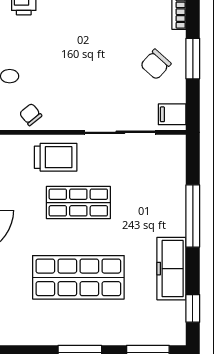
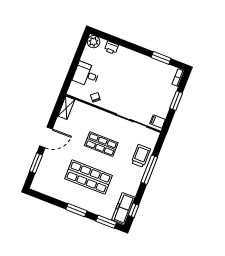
chair: (156, 64) -> (159, 97), removed
trolley: (56, 157) -> (141, 156), moved, turned -90
freezer: (171, 269) -> (123, 208), moved

